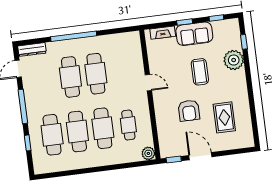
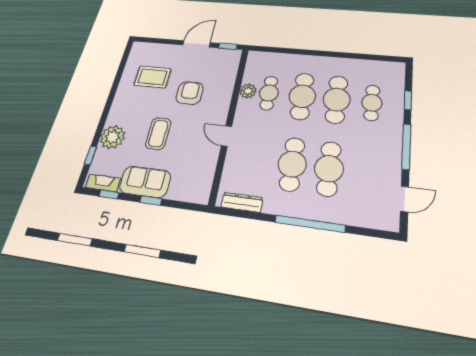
fireplace: (163, 33) -> (103, 183), moved
dresser: (32, 50) -> (242, 202), moved
rug: (224, 117) -> (153, 77), turned 90
cafe table: (52, 135) -> (372, 103), width x0.73, depth x0.74
plant: (148, 153) -> (248, 91), moved
door: (200, 156) -> (196, 44), swing flipped

